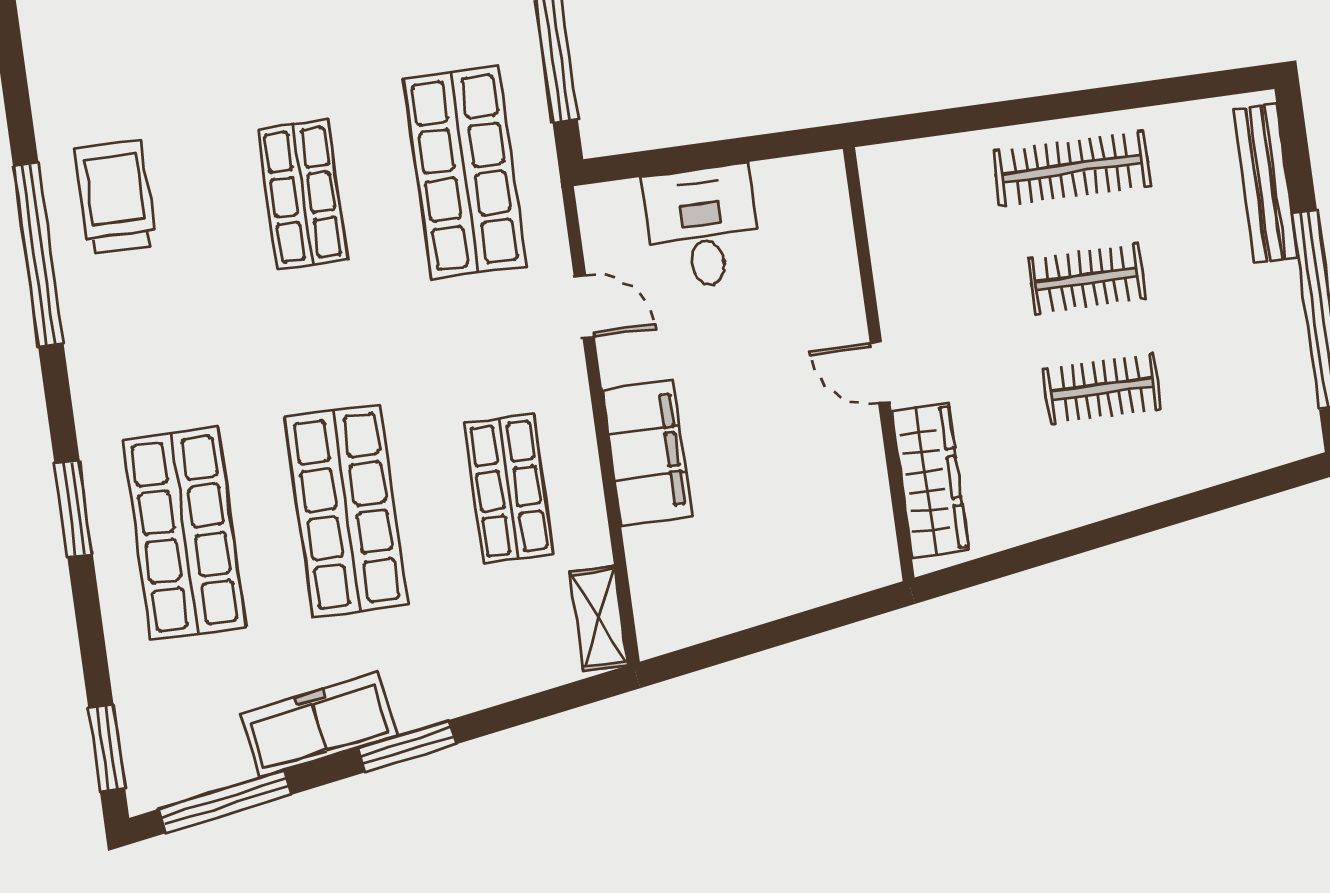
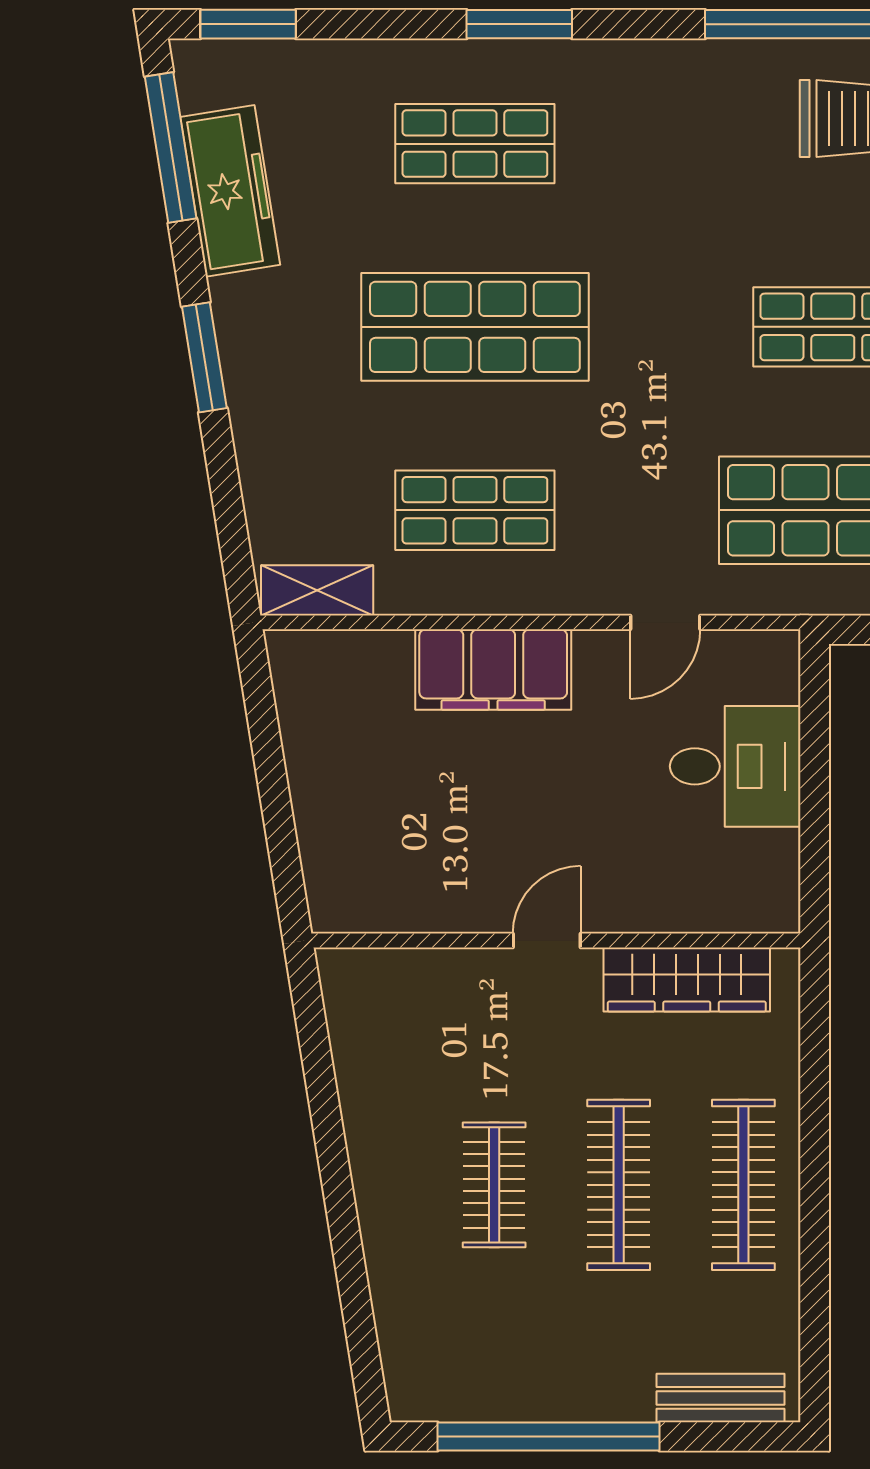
bench: (1266, 183) -> (720, 1398), width x0.73
clothes rail: (1087, 279) -> (619, 1185), width x1.36
wardrobe: (930, 480) -> (687, 980), moved
shop shelf: (185, 533) -> (475, 144), width x0.70, depth x0.74
freezer: (319, 725) -> (230, 191), moved

